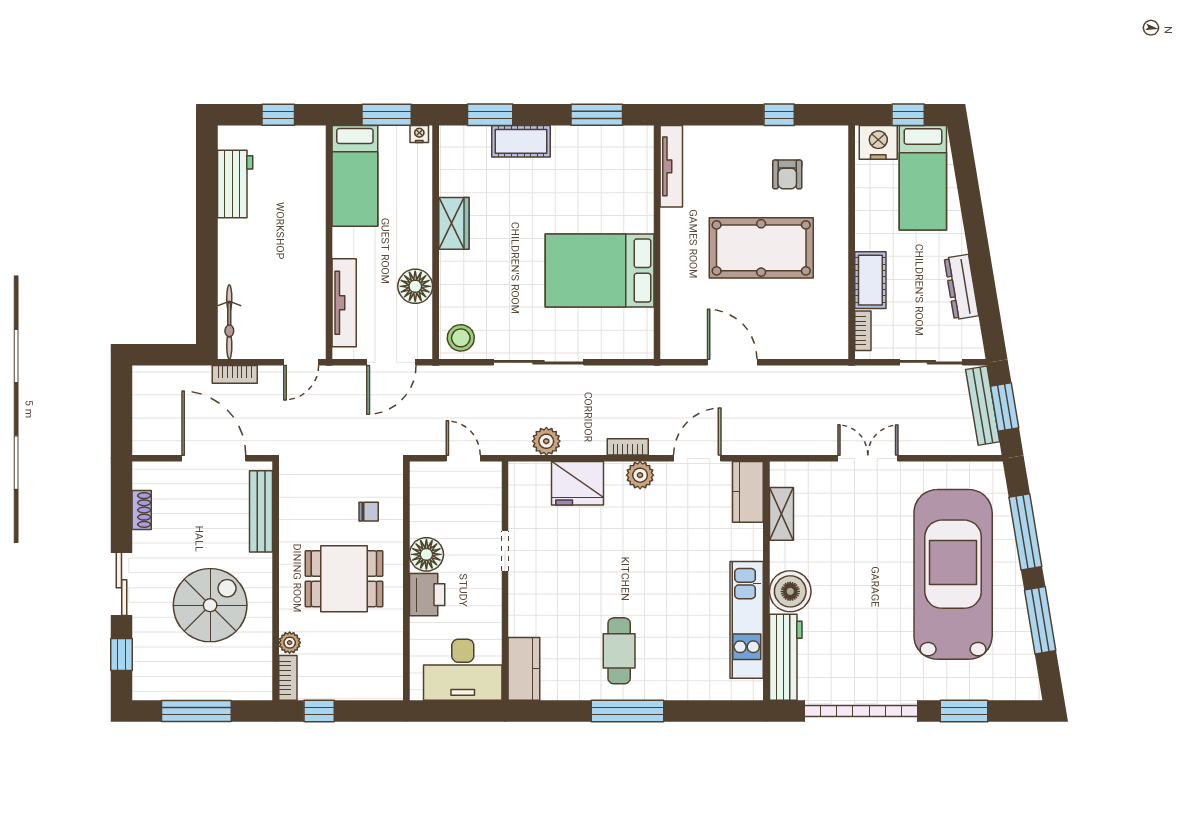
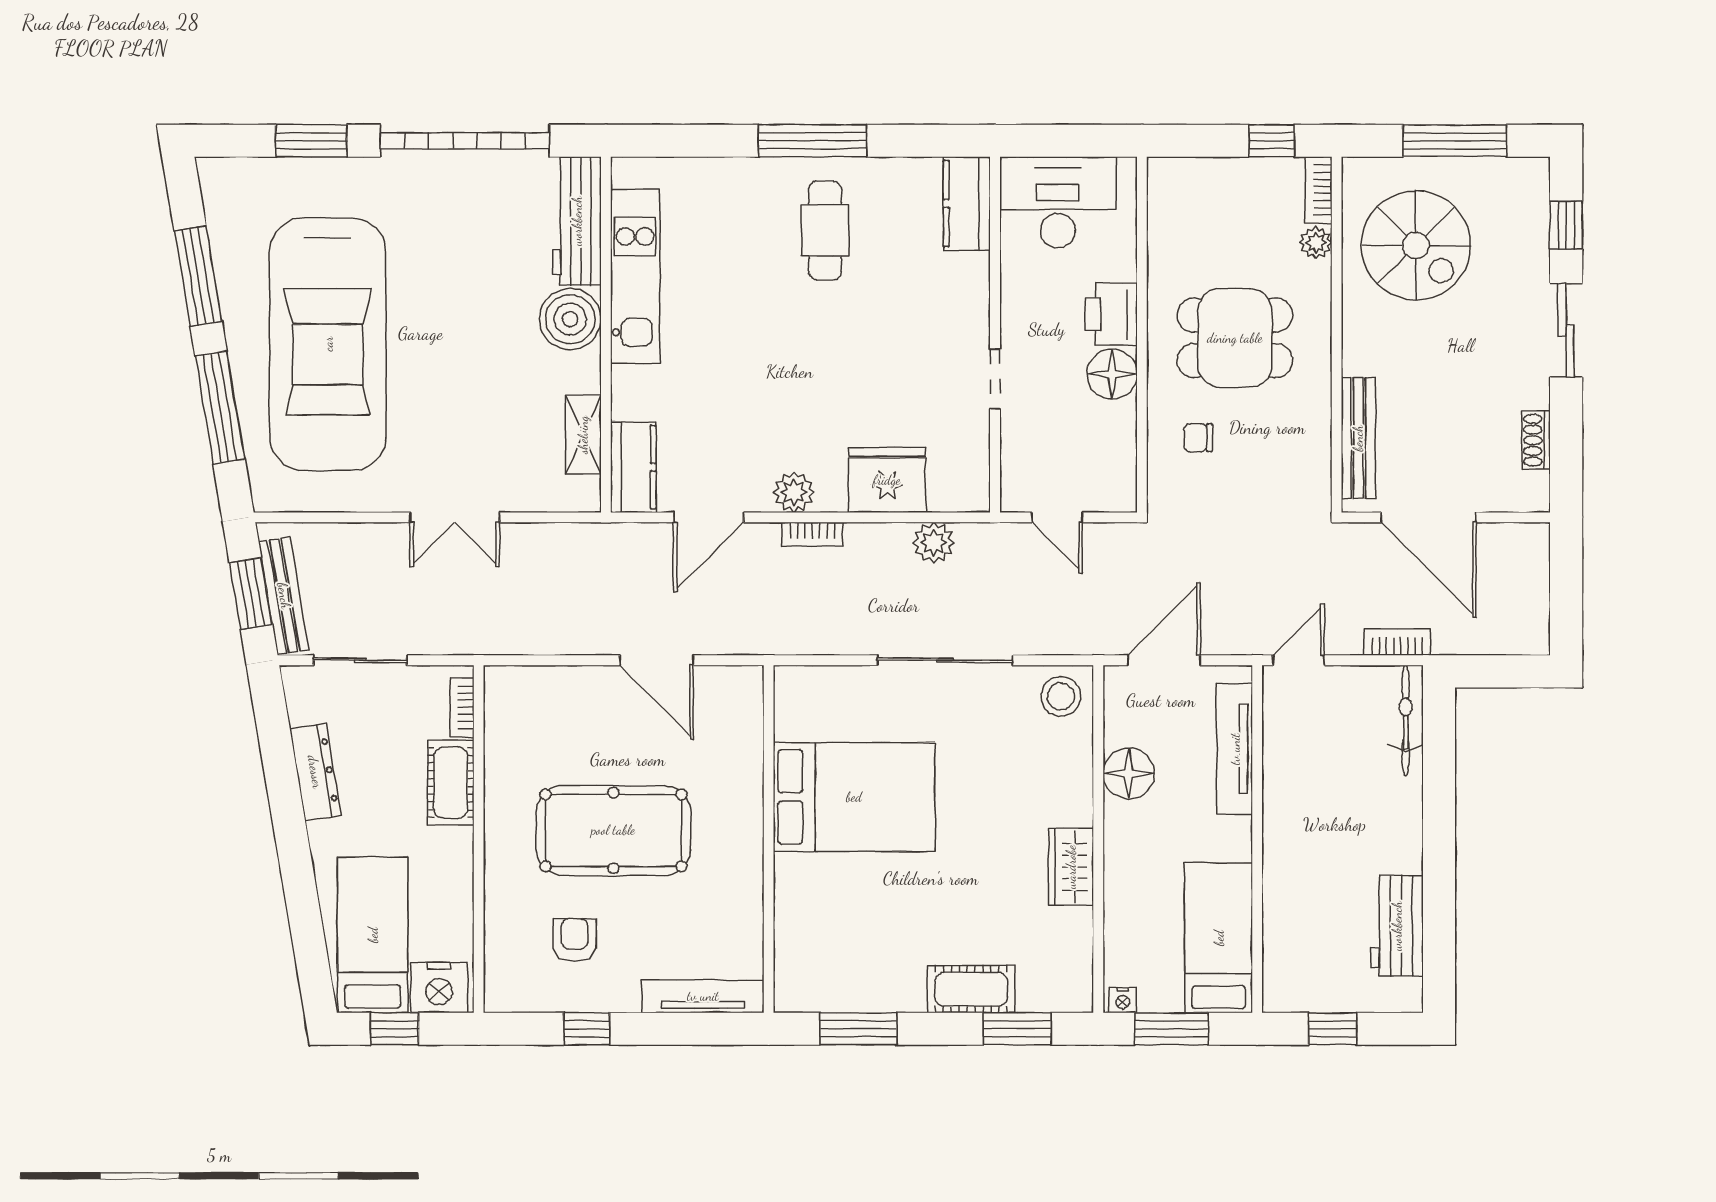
tv unit: (671, 166) -> (703, 996), moved, turned 90
spiral stairs: (210, 605) -> (1416, 245), moved, turned -90

